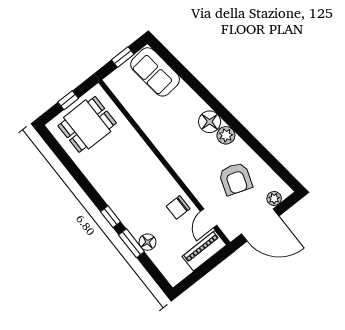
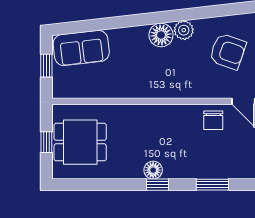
dining table: (87, 124) -> (80, 142), turned 90
window: (110, 217) -> (157, 185), moved
floor lamp: (148, 242) -> (153, 170), moved

